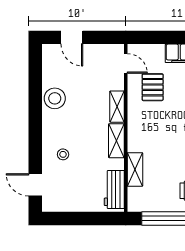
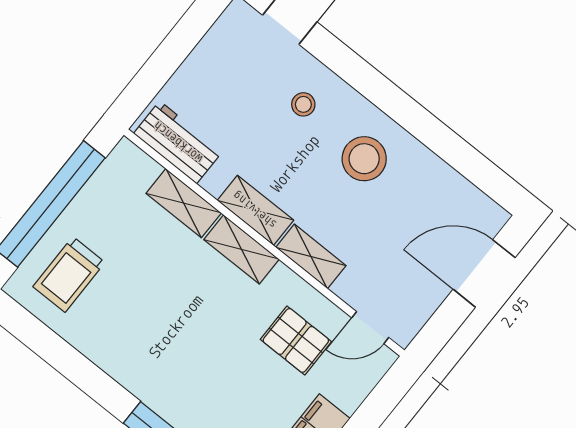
door: (72, 37) -> (484, 273), width x1.38
stool: (55, 98) -> (364, 159), moved
shelving: (135, 134) -> (241, 249), added

